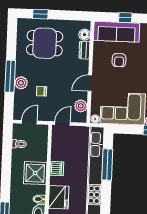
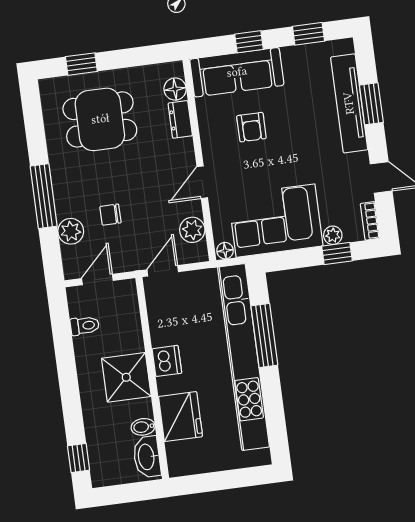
plant: (21, 83) -> (71, 231), moved

